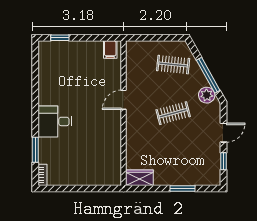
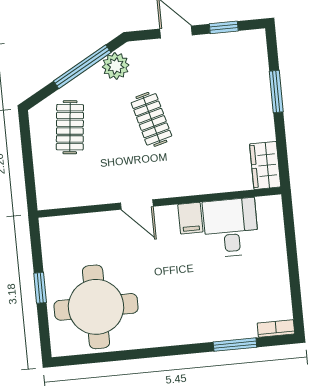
window: (60, 38) -> (40, 288), moved
filing cabinet: (110, 50) -> (190, 218), moved, turned 90
round table: (65, 70) -> (96, 307), added
desk: (55, 121) -> (231, 228), moved, turned 180

